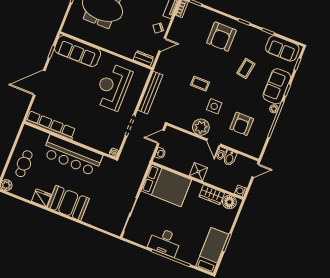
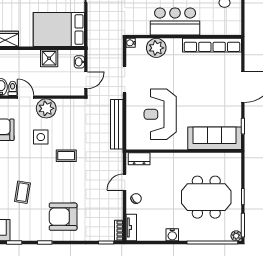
armchair: (221, 37) -> (63, 217), turned -90
reception desk: (113, 87) -> (160, 114), turned 180
plant: (95, 140) -> (156, 48), added
bar counter: (72, 155) -> (175, 21), width x0.73
shower: (198, 172) -> (49, 58), moved

